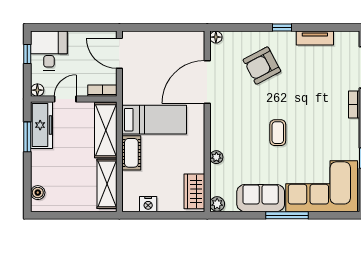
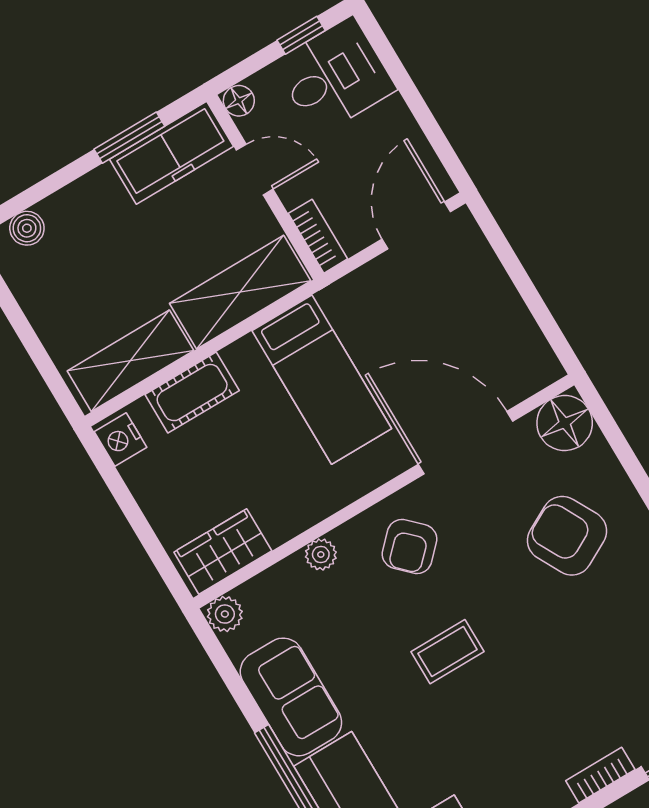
floor lamp: (216, 37) -> (565, 423), width x1.89, depth x1.89
armchair: (232, 124) -> (409, 547), added
cot: (131, 153) -> (192, 393), moved
nightstand: (148, 204) -> (121, 440), moved

